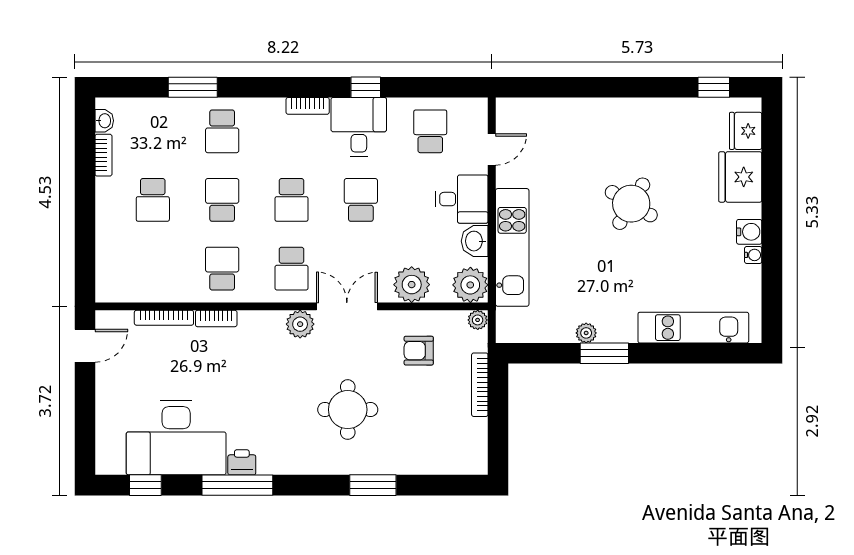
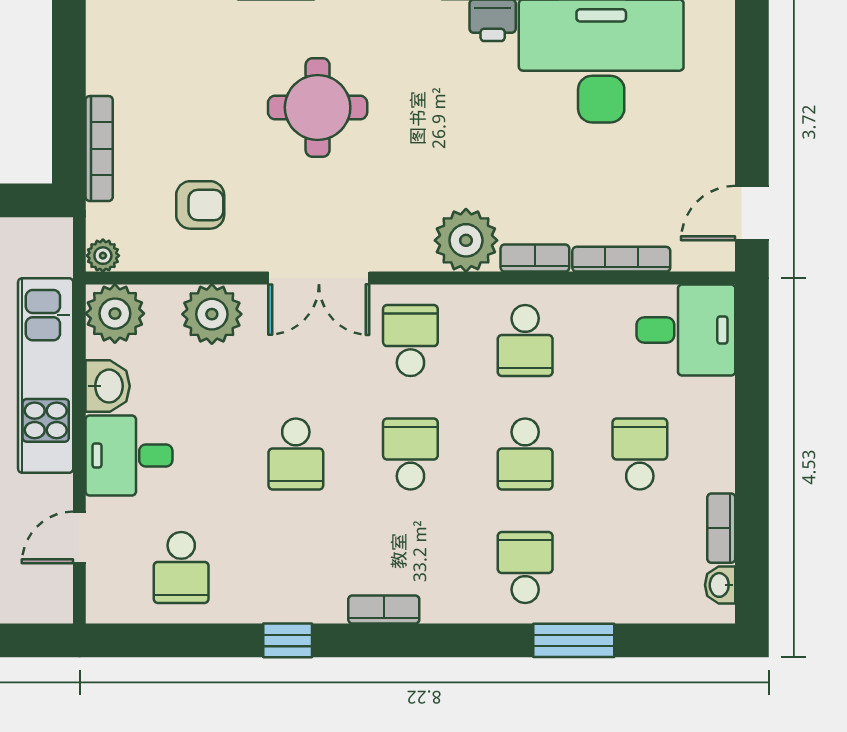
desk: (359, 127) -> (686, 330), moved, turned -90
plant: (300, 324) -> (466, 240), moved, width x1.36, depth x1.36

